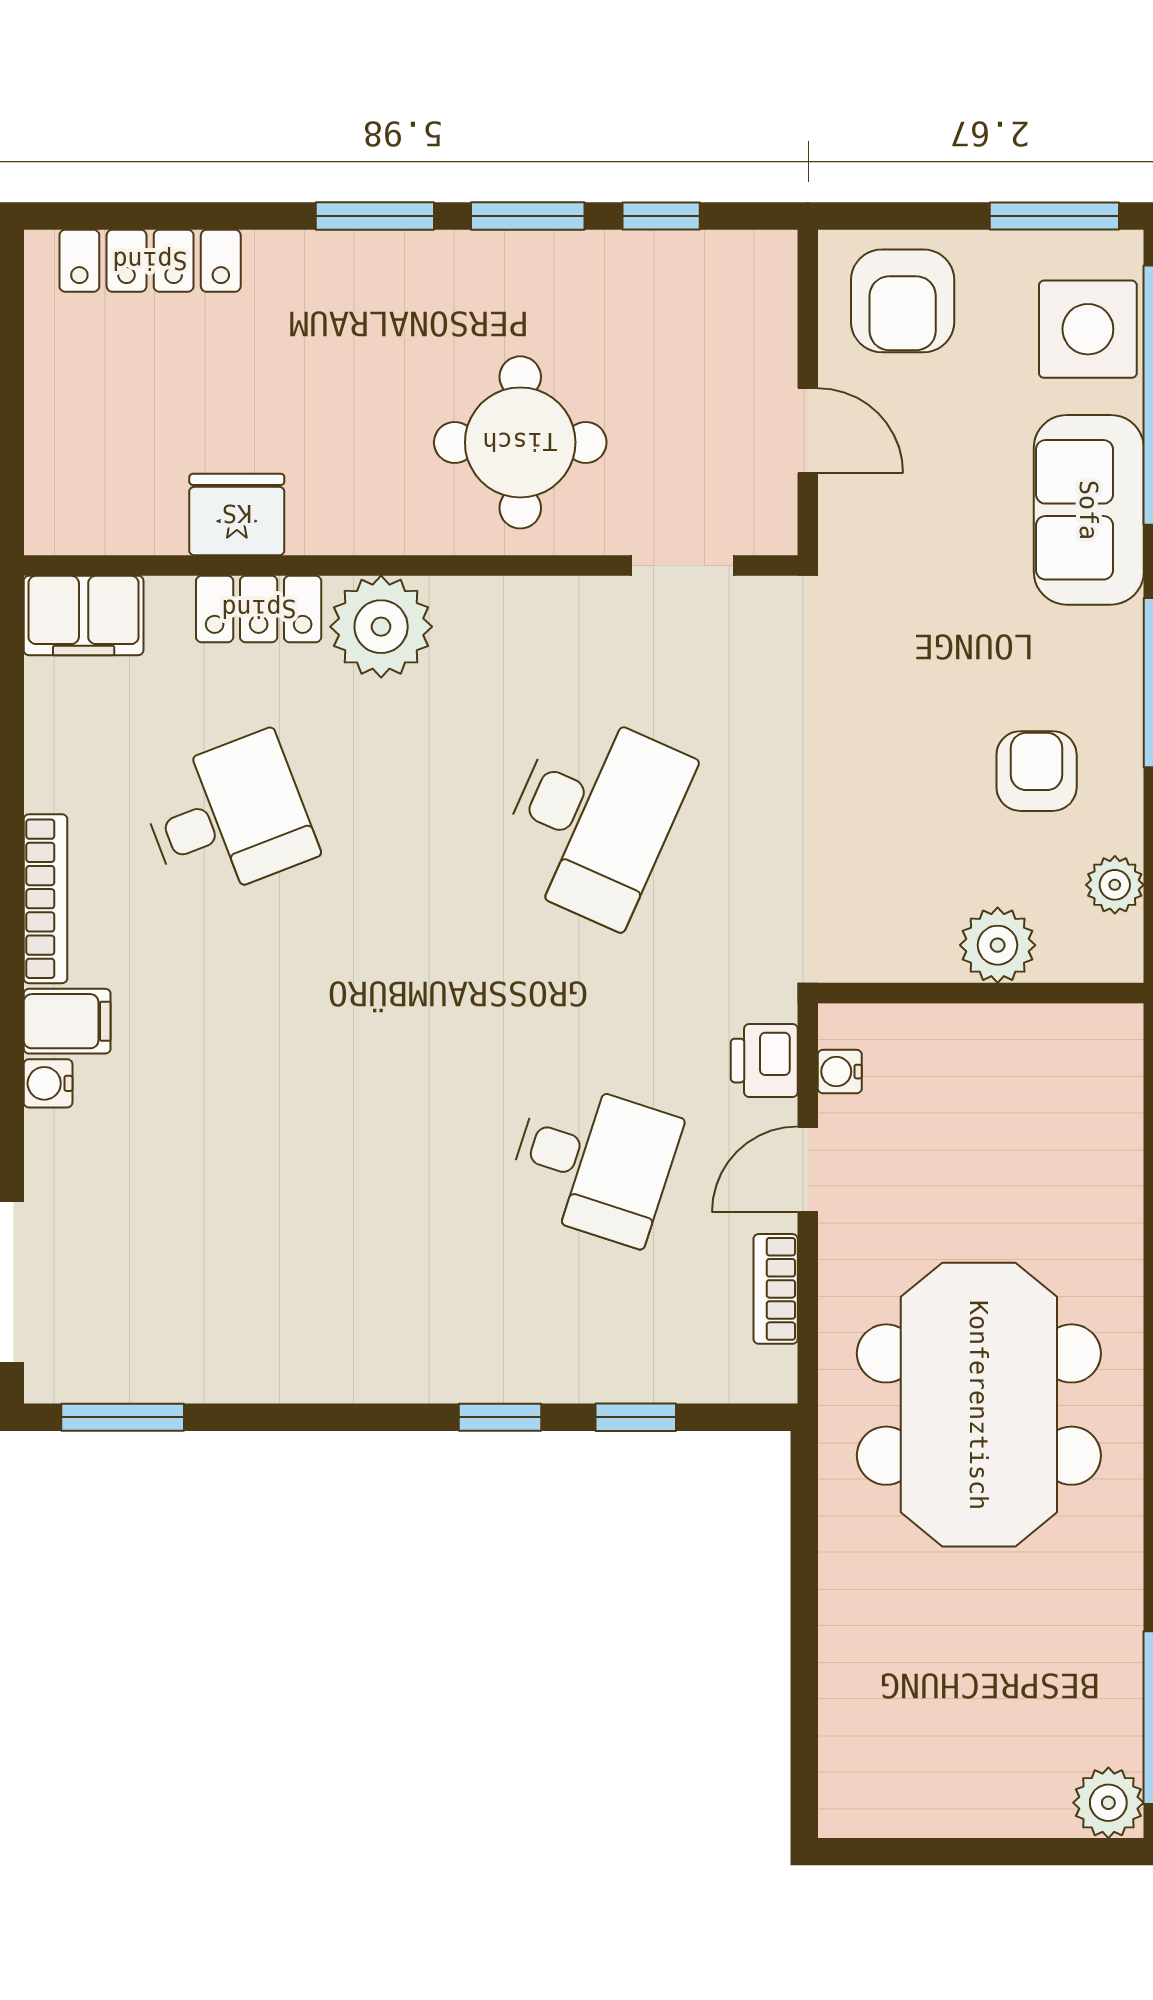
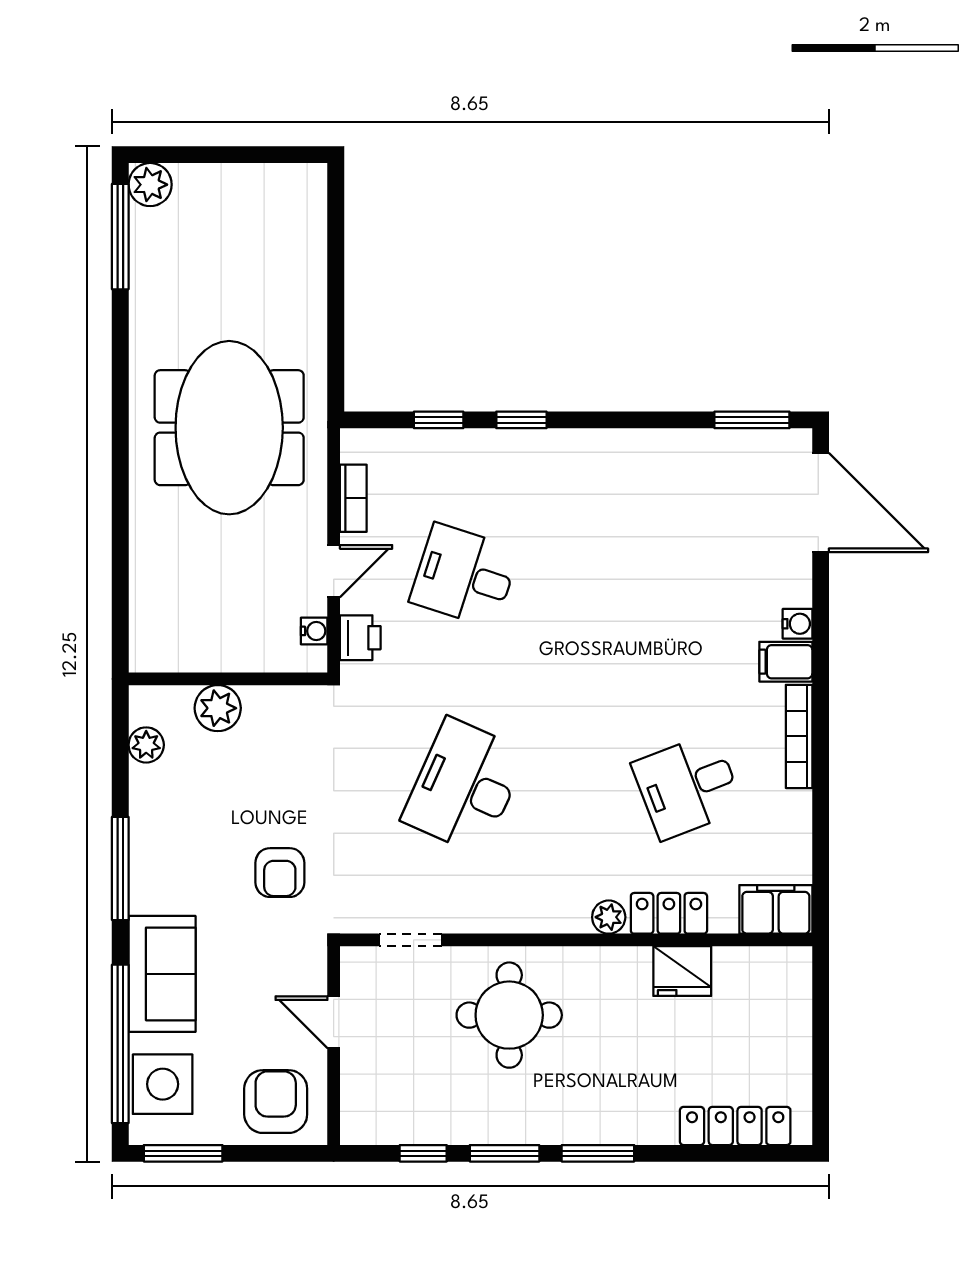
plant: (381, 627) -> (609, 917), width x0.53, depth x0.53
armchair: (1037, 771) -> (280, 873), moved

